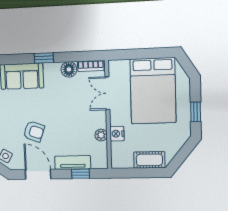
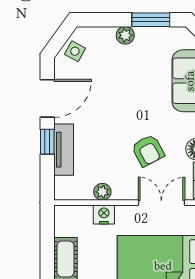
armchair: (34, 131) -> (148, 150), moved, turned -48
window: (81, 174) -> (47, 142), moved

